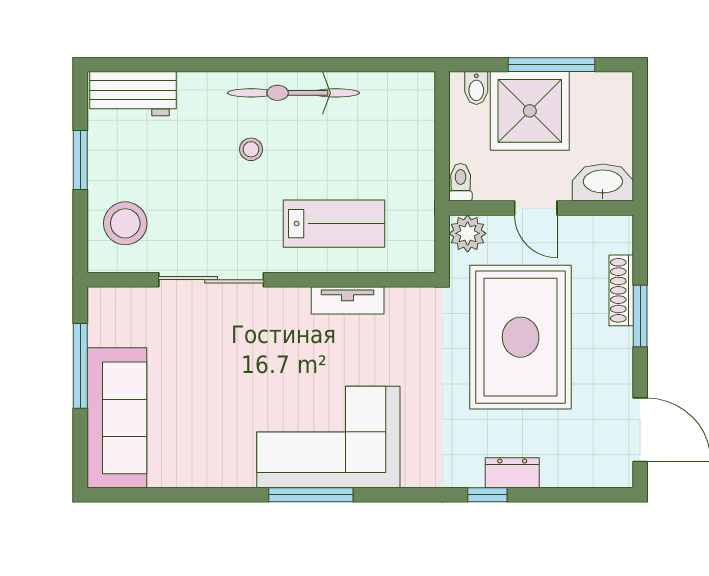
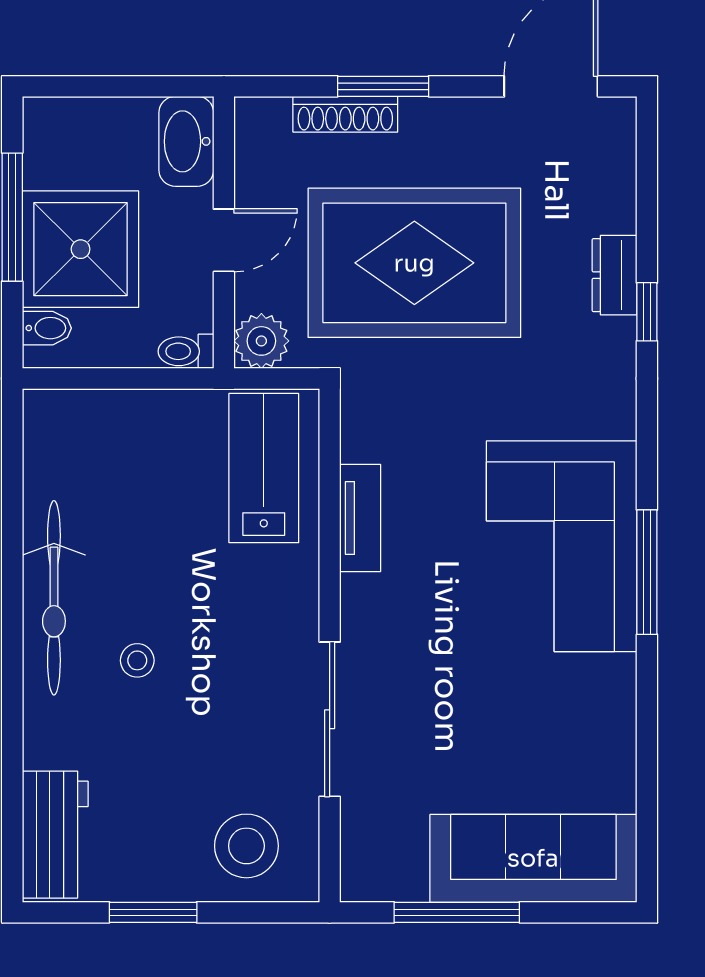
lab bench: (334, 224) -> (264, 468), moved

